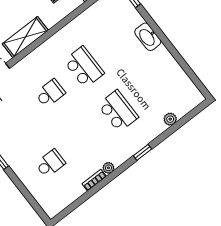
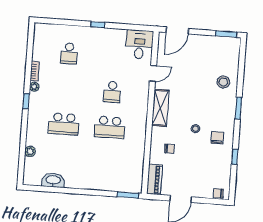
washbasin: (148, 37) -> (53, 180), moved
window: (143, 152) -> (26, 101), moved

